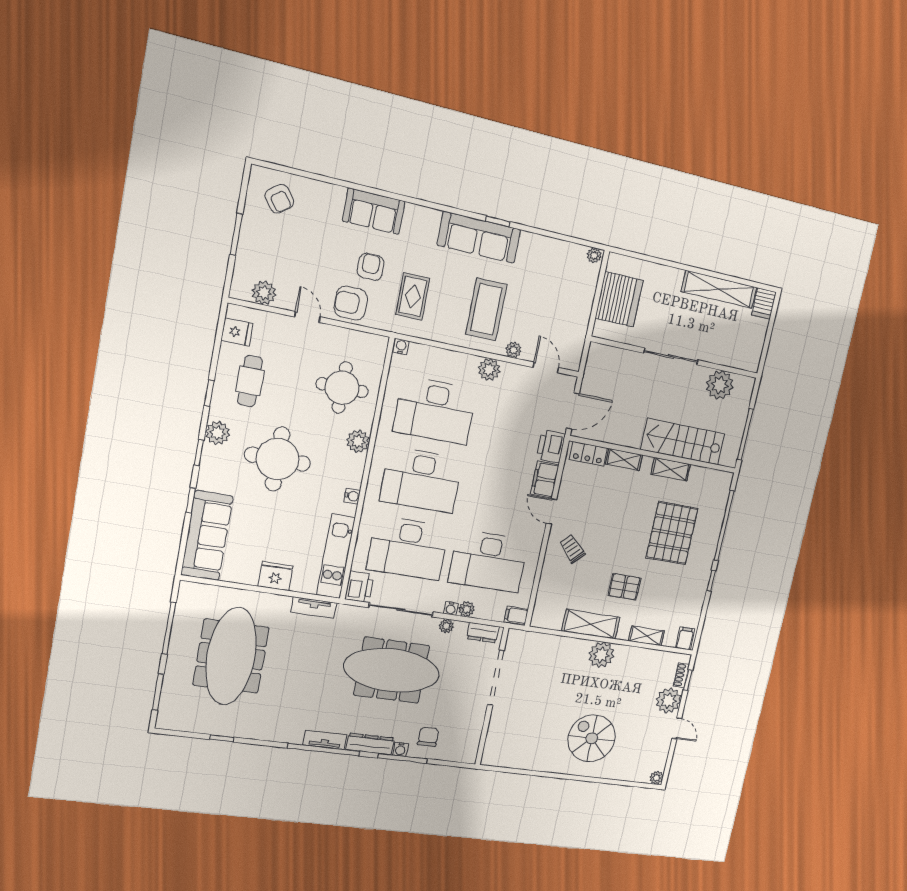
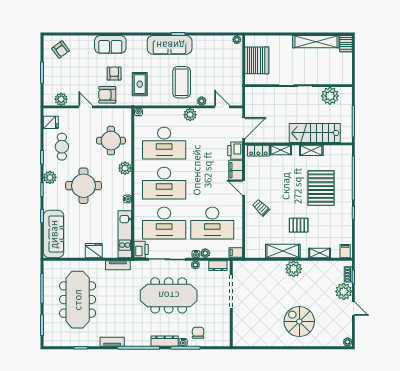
tv unit: (325, 740) -> (112, 342), moved

